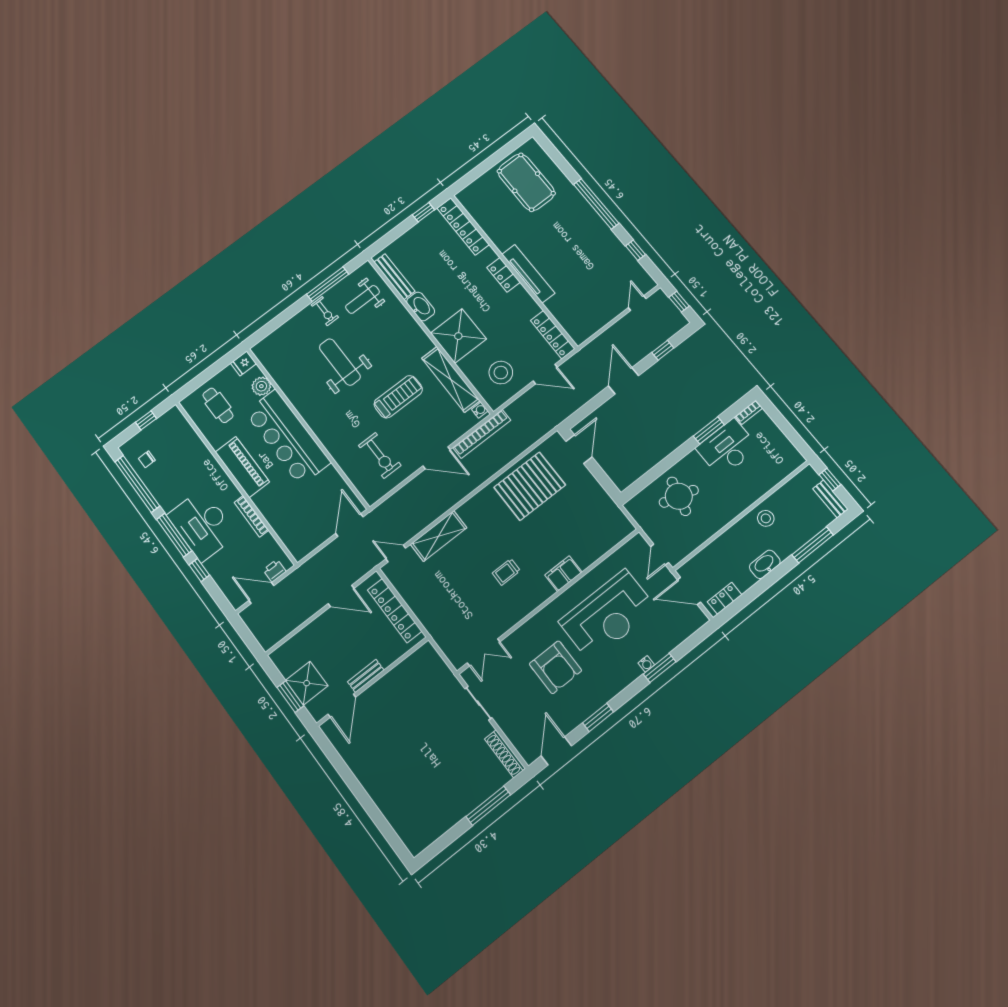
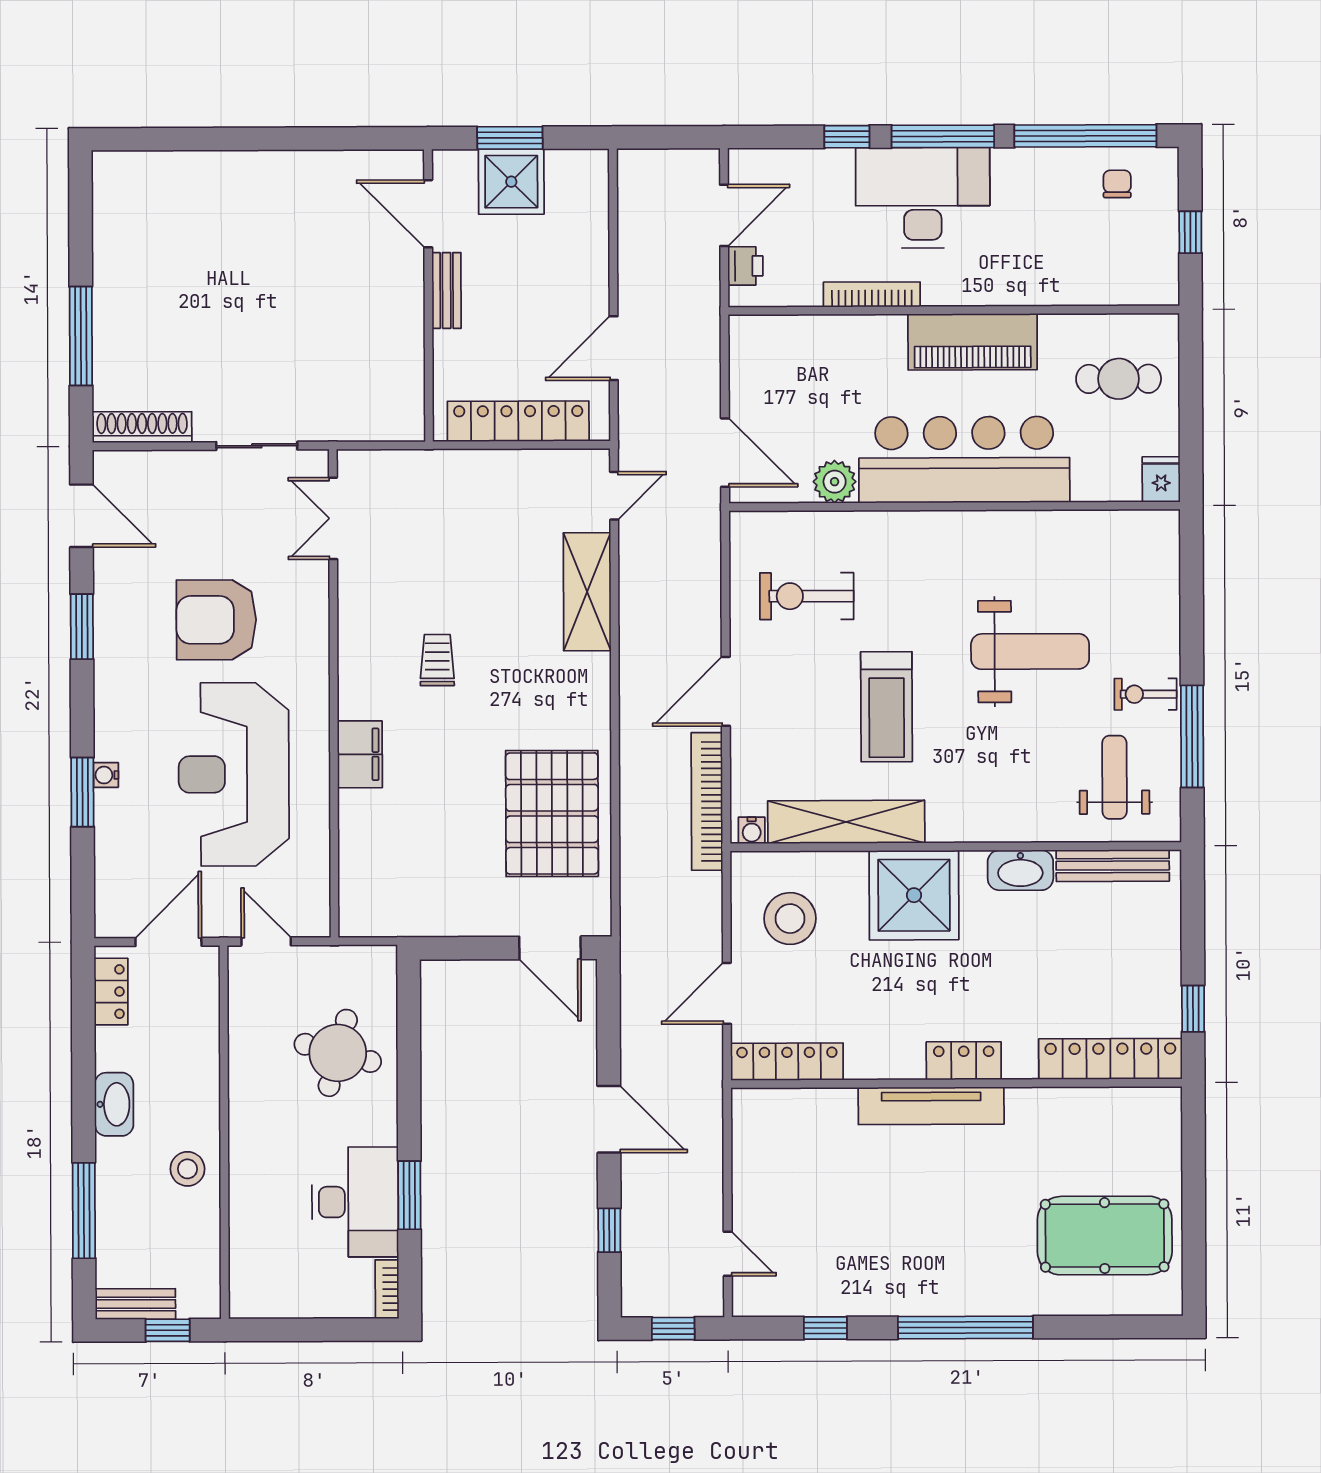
plant: (261, 386) -> (835, 482), moved

